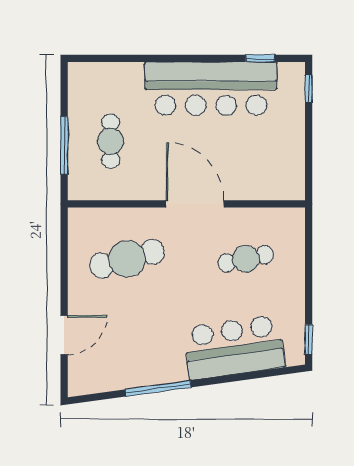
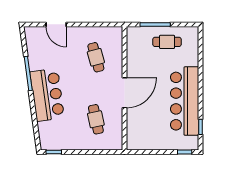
cafe table: (111, 141) -> (167, 42), moved
cafe table: (127, 259) -> (96, 57), width x0.73, depth x0.74
bar counter: (234, 347) -> (47, 95), moved

